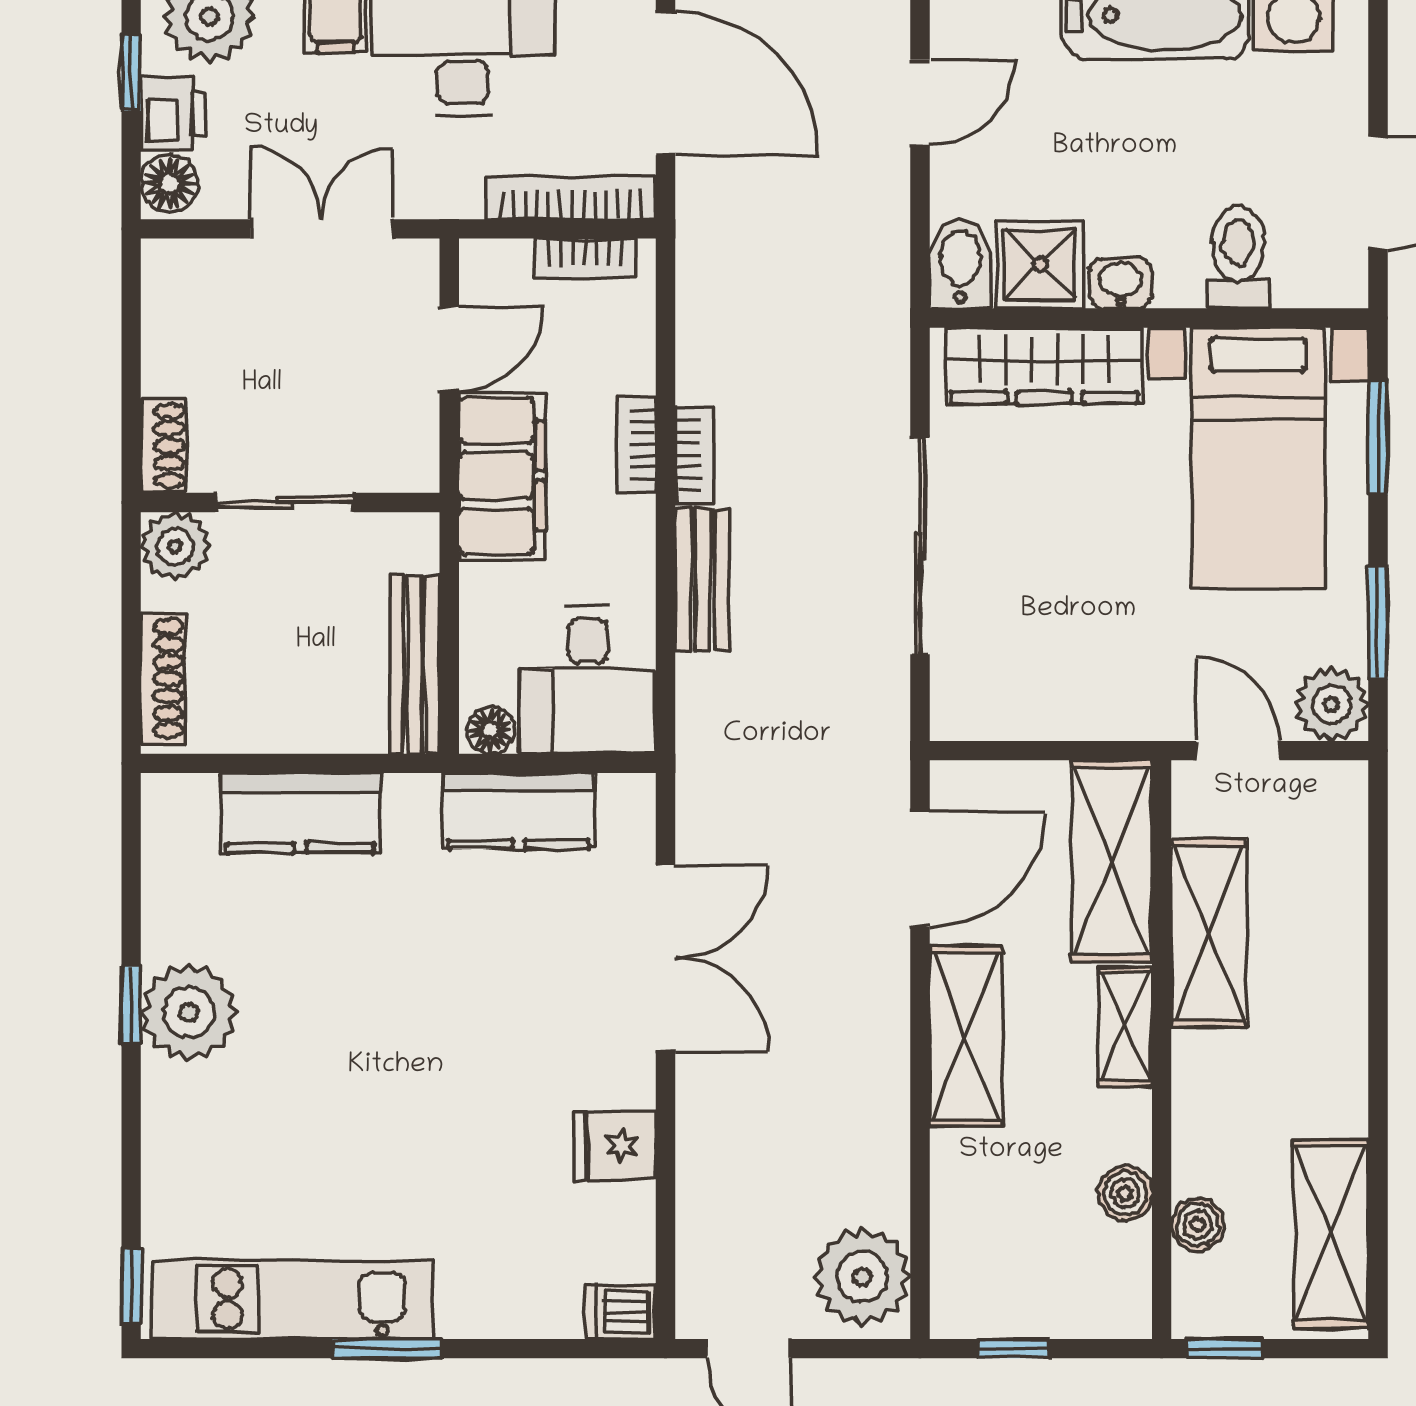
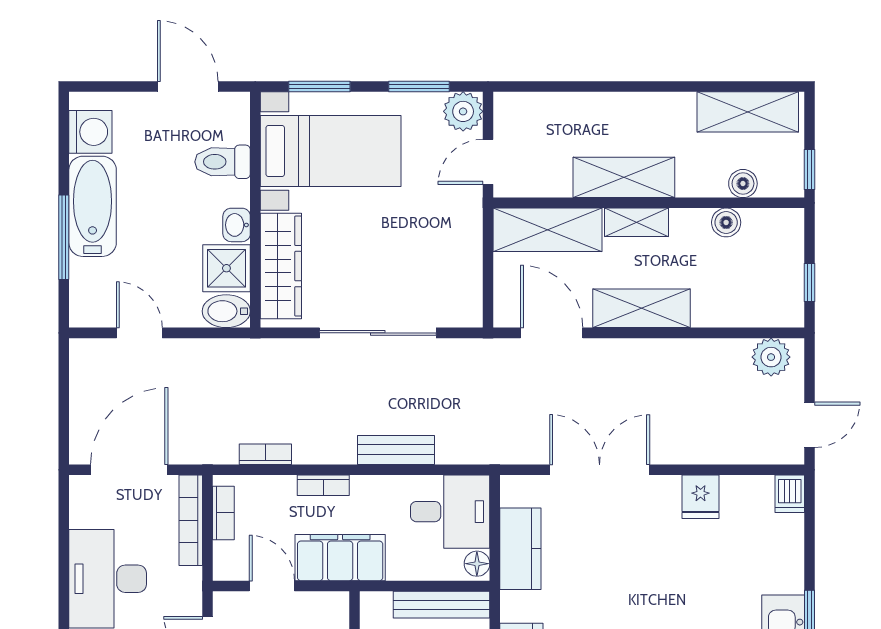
bookcase: (694, 455) -> (265, 454), moved
shelving: (1209, 933) -> (624, 177), moved
plant: (862, 1277) -> (771, 357), width x0.73, depth x0.73

